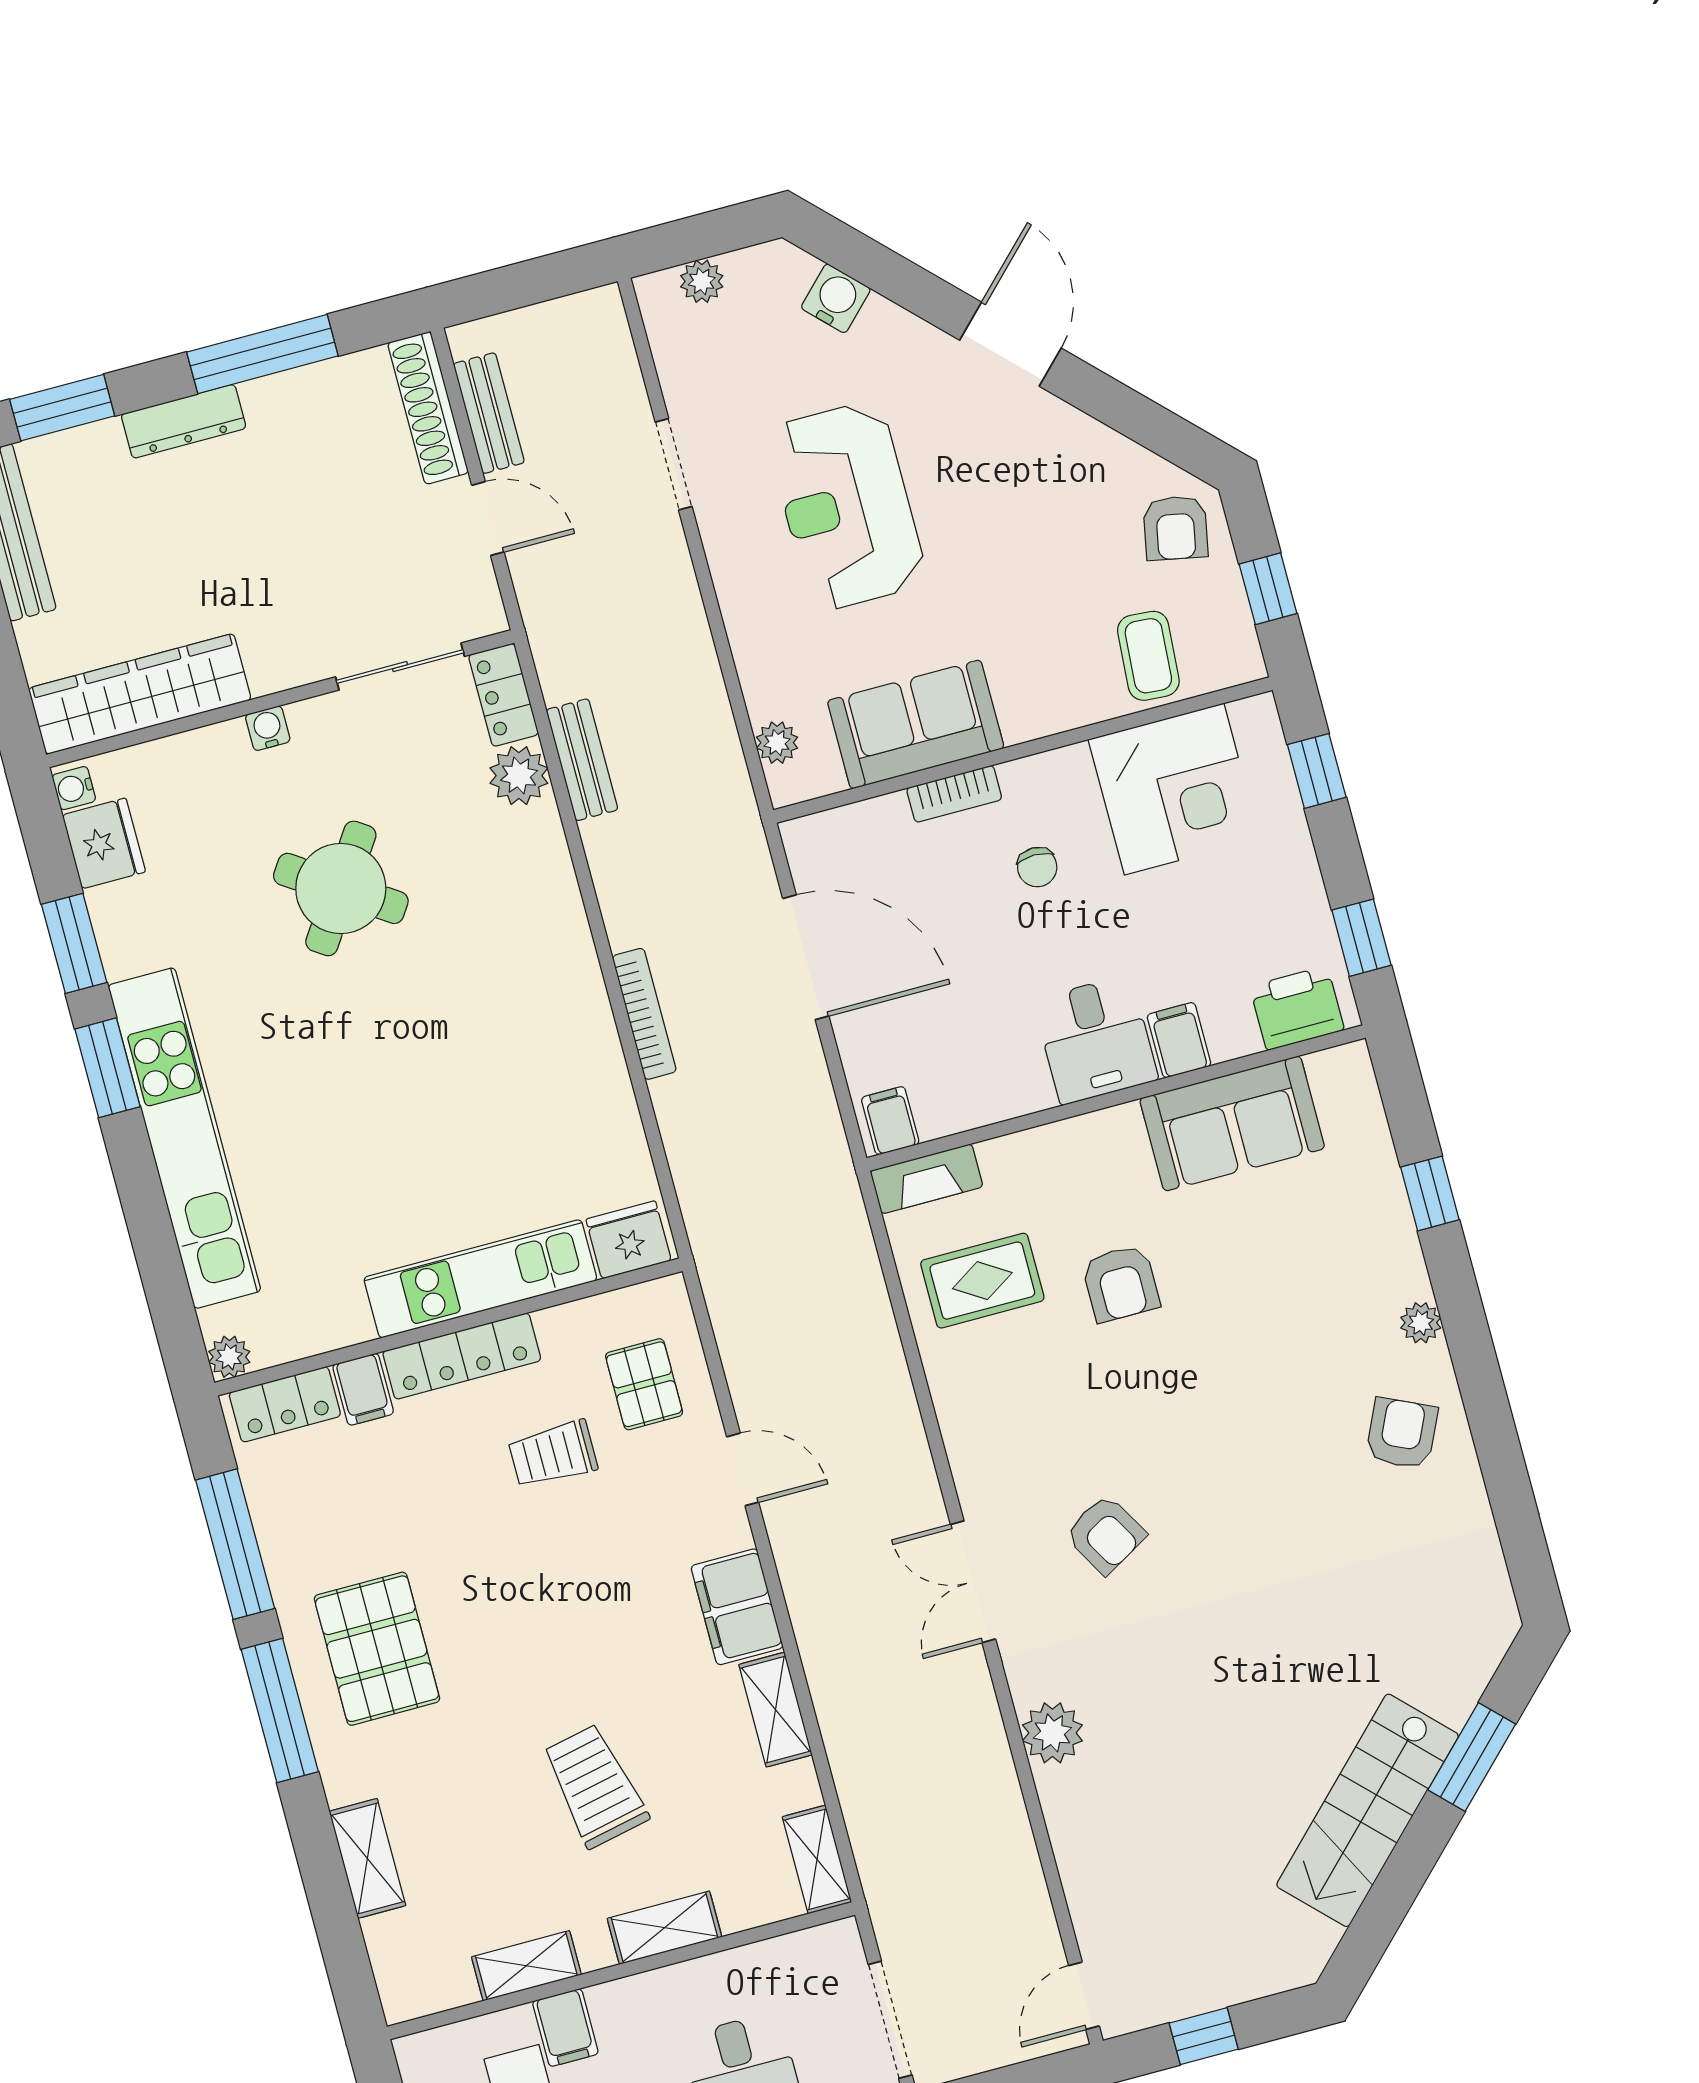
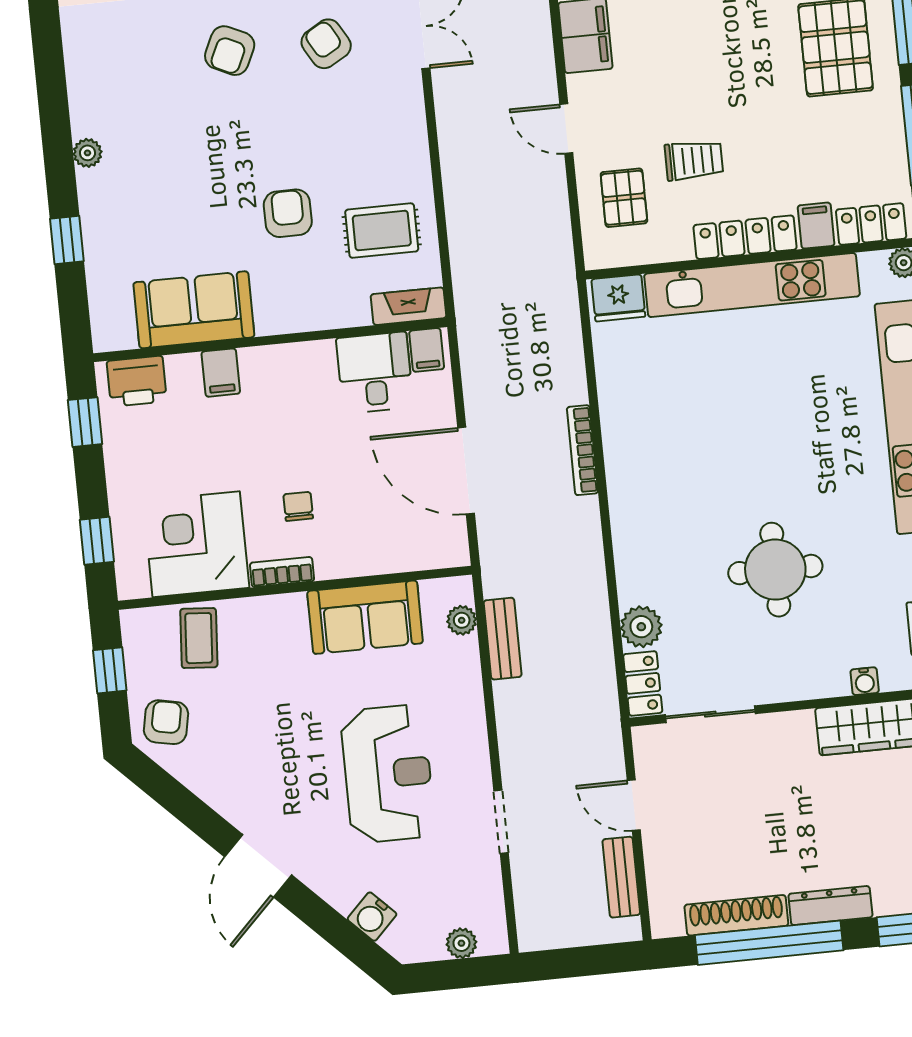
window: (262, 354) -> (769, 943), width x1.46
shoe rack: (428, 408) -> (736, 915), moved, turned -90
water cooler: (268, 728) -> (865, 681), moved
bench: (582, 760) -> (503, 639), moved
bookcase: (954, 794) -> (282, 572), moved
round table: (341, 888) -> (775, 570), turned -34
desk: (1096, 1040) -> (375, 372), moved
kitchen unit: (480, 1279) -> (752, 285), width x1.36
armchair: (1402, 1433) -> (230, 51), moved

